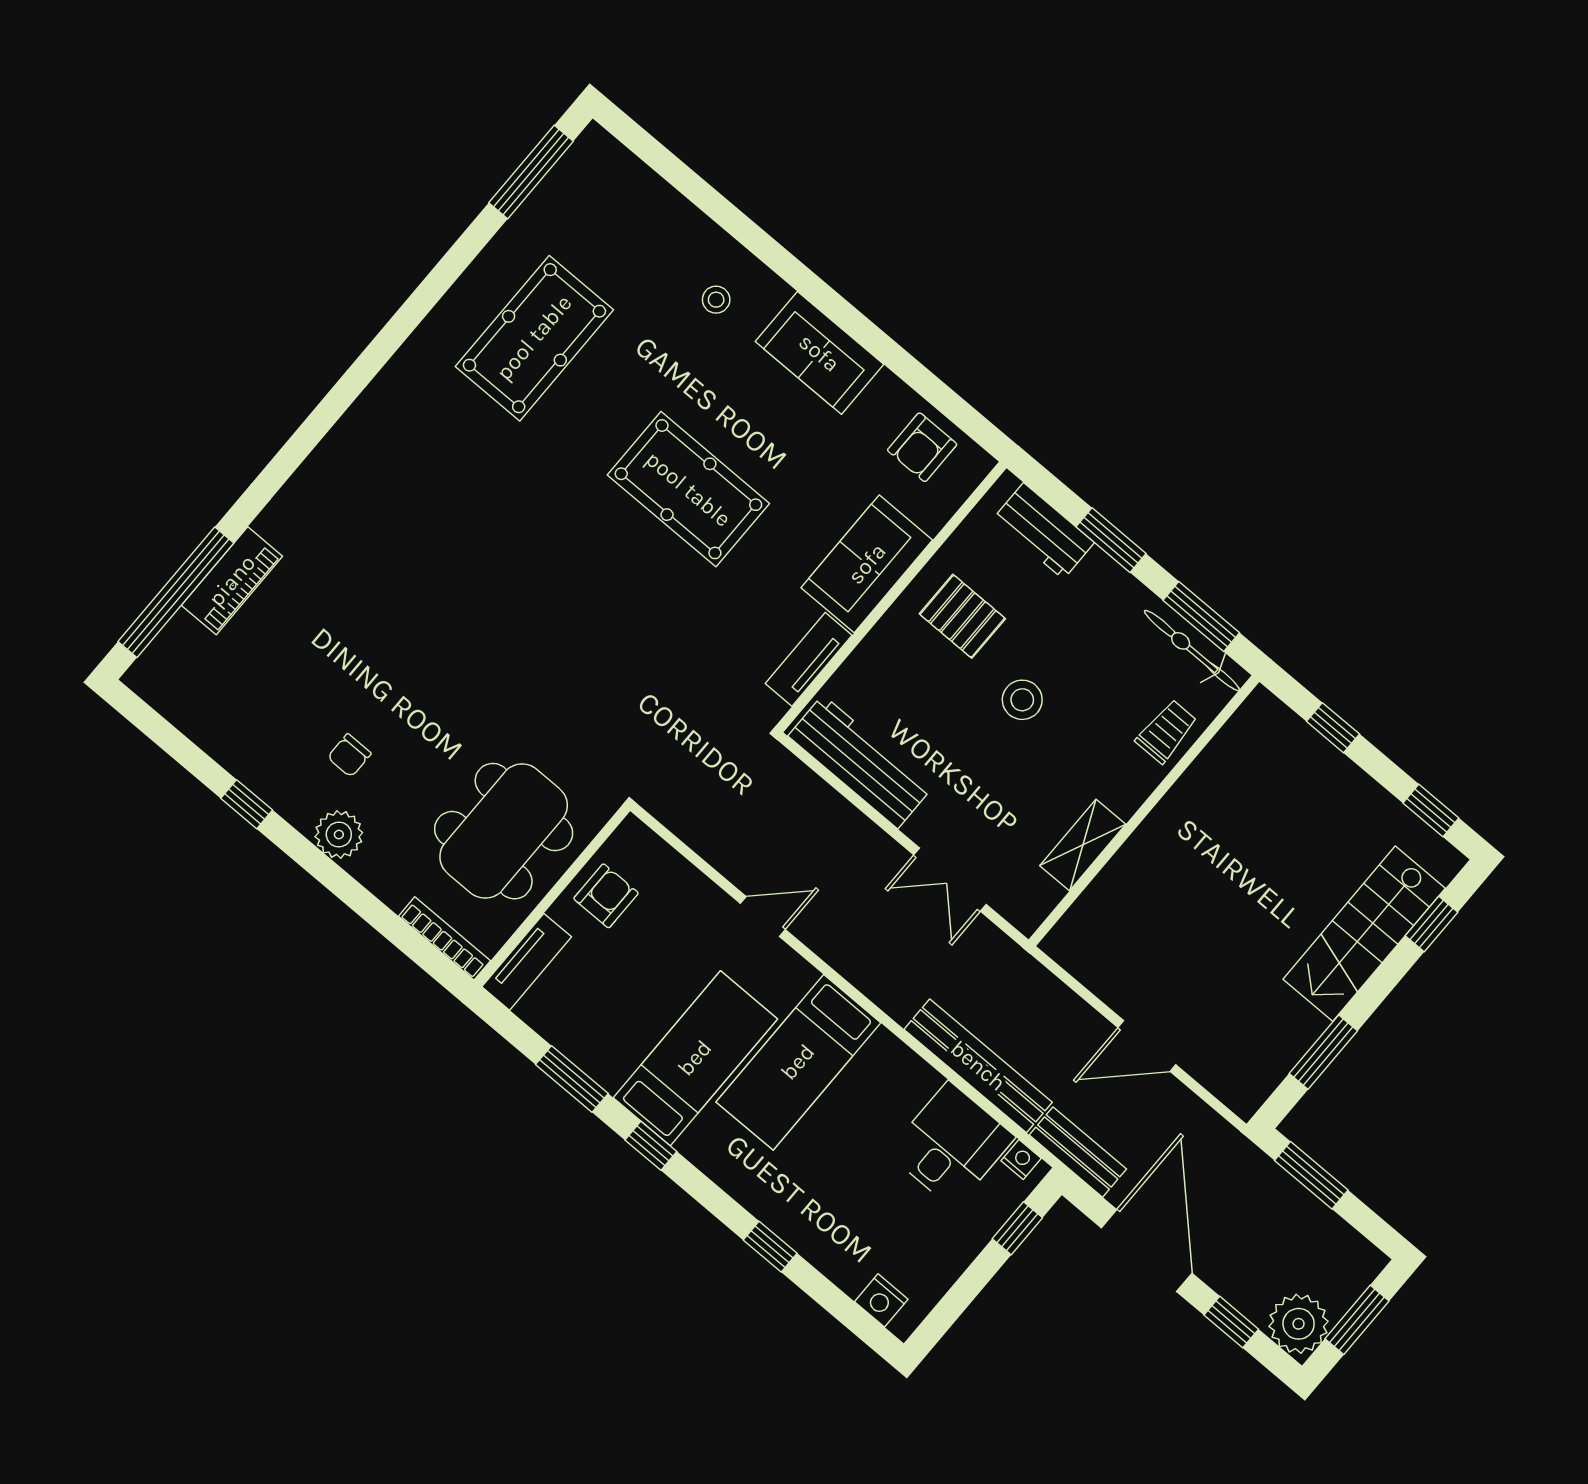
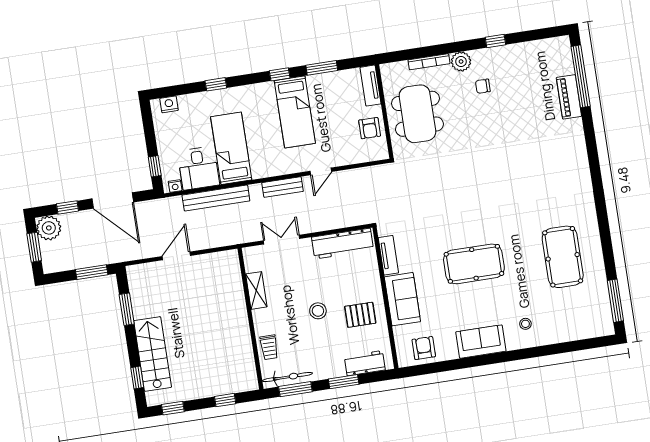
chair: (349, 755) -> (483, 86), turned -90
bookcase: (444, 938) -> (429, 62), moved
bed: (798, 1062) -> (231, 148), moved
bench: (1078, 1152) -> (283, 187), moved

